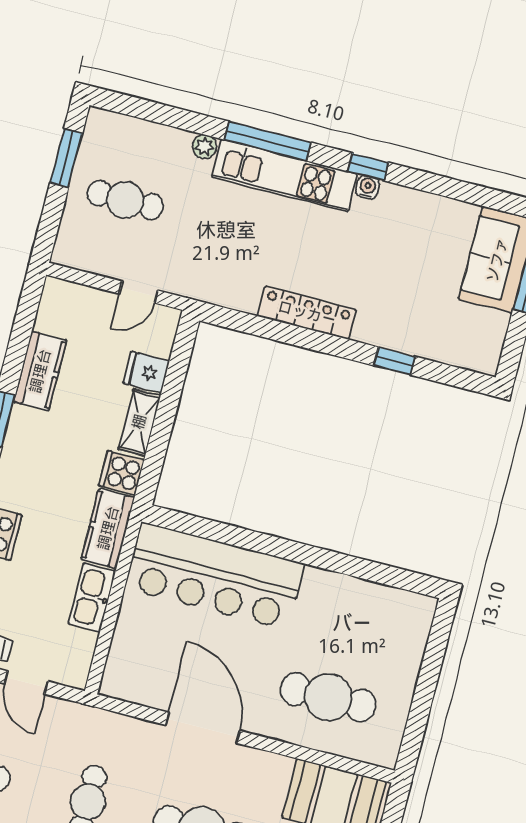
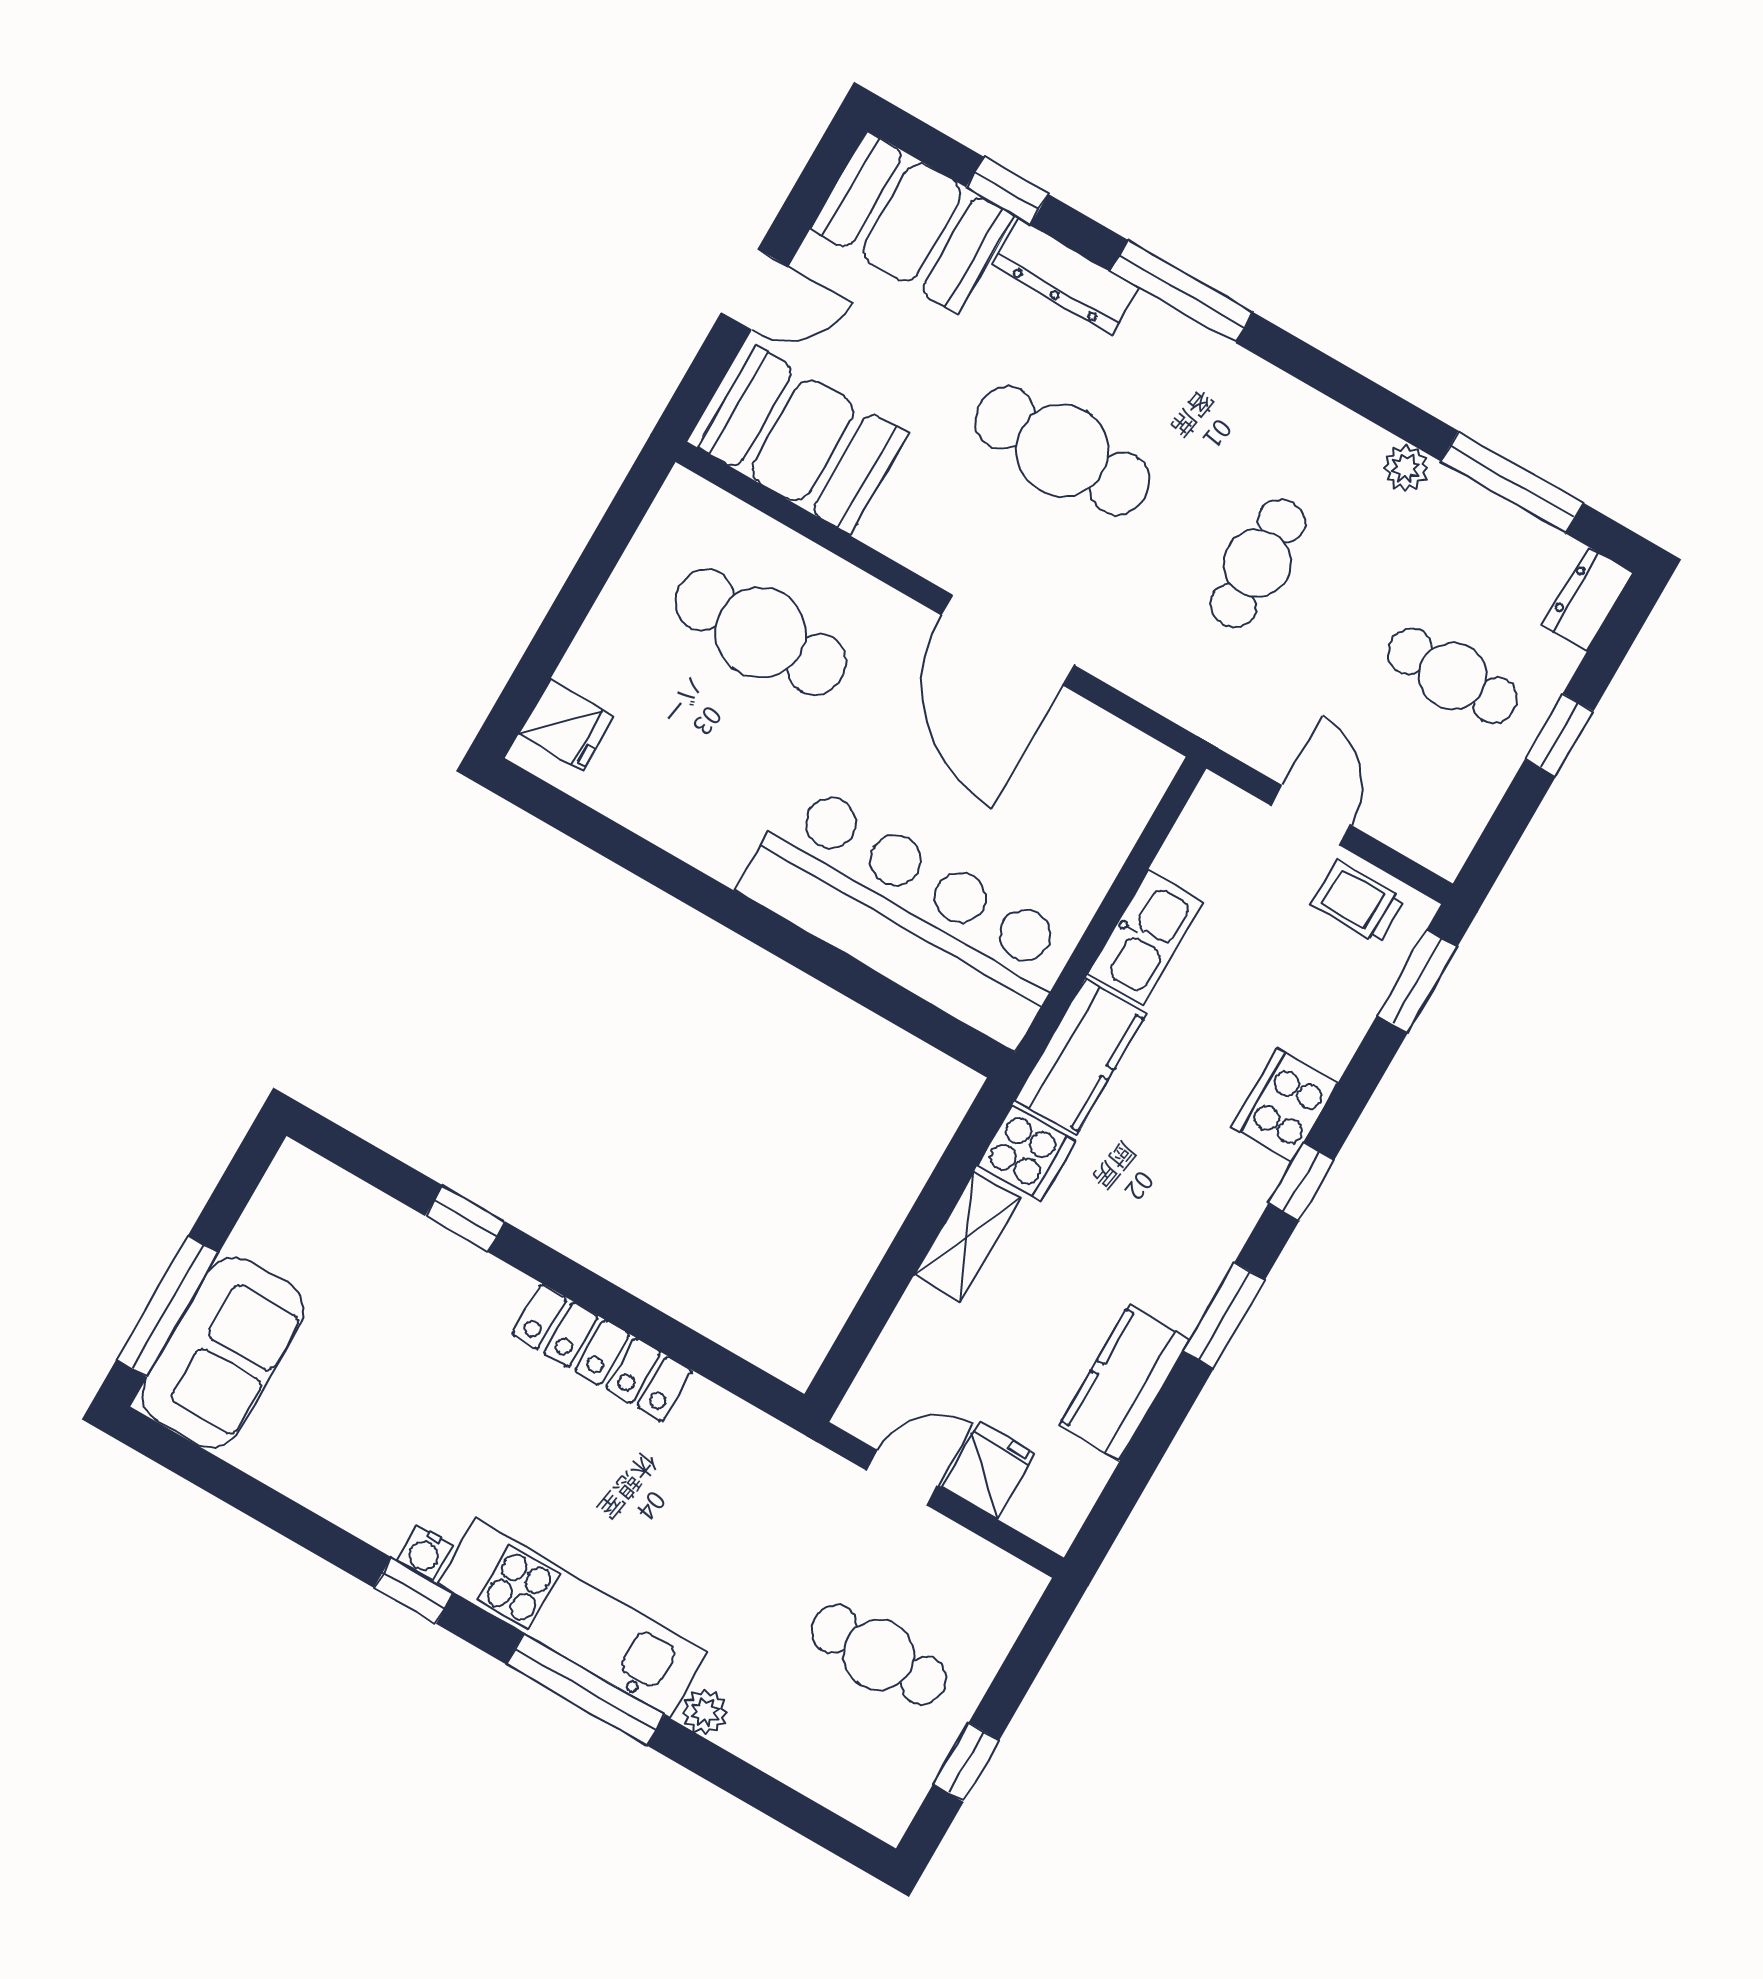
window: (66, 158) -> (966, 1762), width x0.67
fridge: (146, 372) -> (988, 1470), moved, turned -90
fridge: (413, 623) -> (566, 725), added

